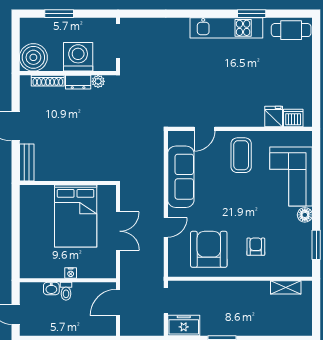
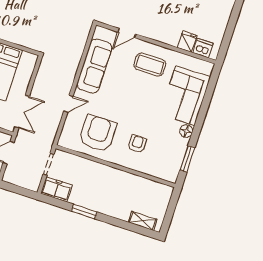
coffee table: (241, 155) -> (150, 65), turned 90
double door: (118, 231) -> (22, 112), moved
shelving: (286, 287) -> (143, 221), moved

